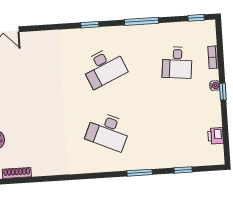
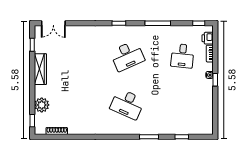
printer: (216, 136) -> (208, 38), moved

